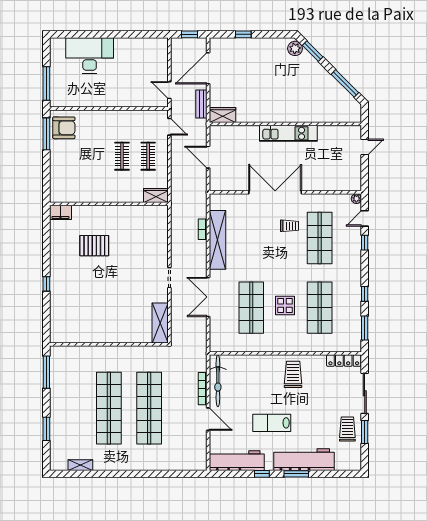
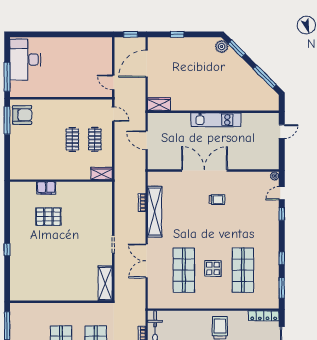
desk: (90, 55) -> (25, 60), moved, turned -90
bench: (201, 104) -> (141, 94), removed
filing cabinet: (60, 212) -> (46, 188), moved
shop shelf: (320, 238) -> (243, 210), removed

